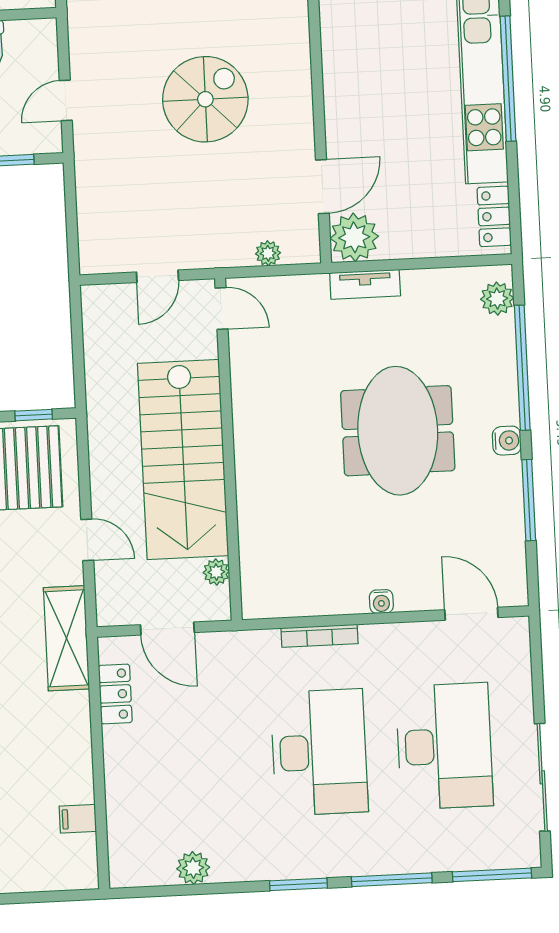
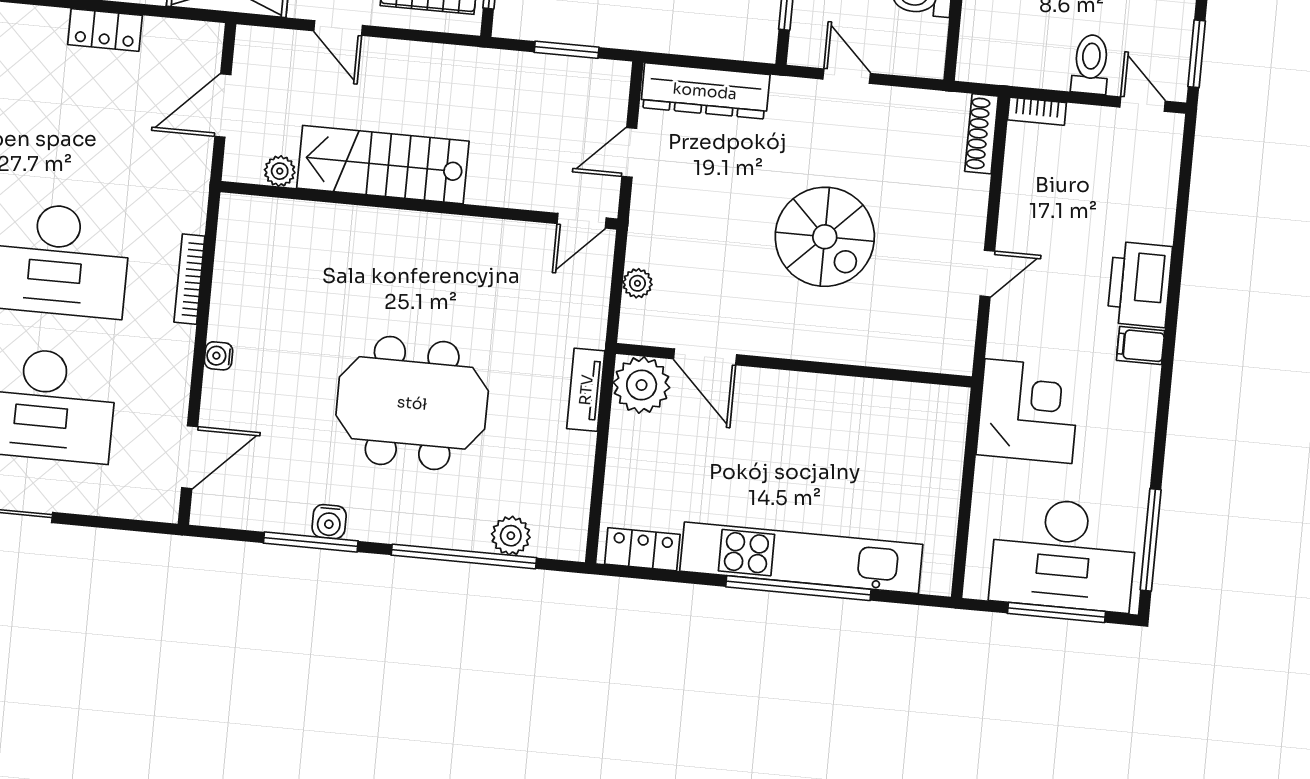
dresser: (96, 219) -> (705, 91), added
door: (157, 276) -> (629, 152), hinge flipped
plant: (497, 299) -> (511, 536), moved
window: (78, 342) -> (567, 50), added
water cooler: (507, 441) -> (329, 522), moved
stairs: (183, 459) -> (383, 165), width x0.73, depth x0.66
door: (87, 540) -> (338, 28), hinge flipped
locker: (115, 694) -> (105, 30), moved

